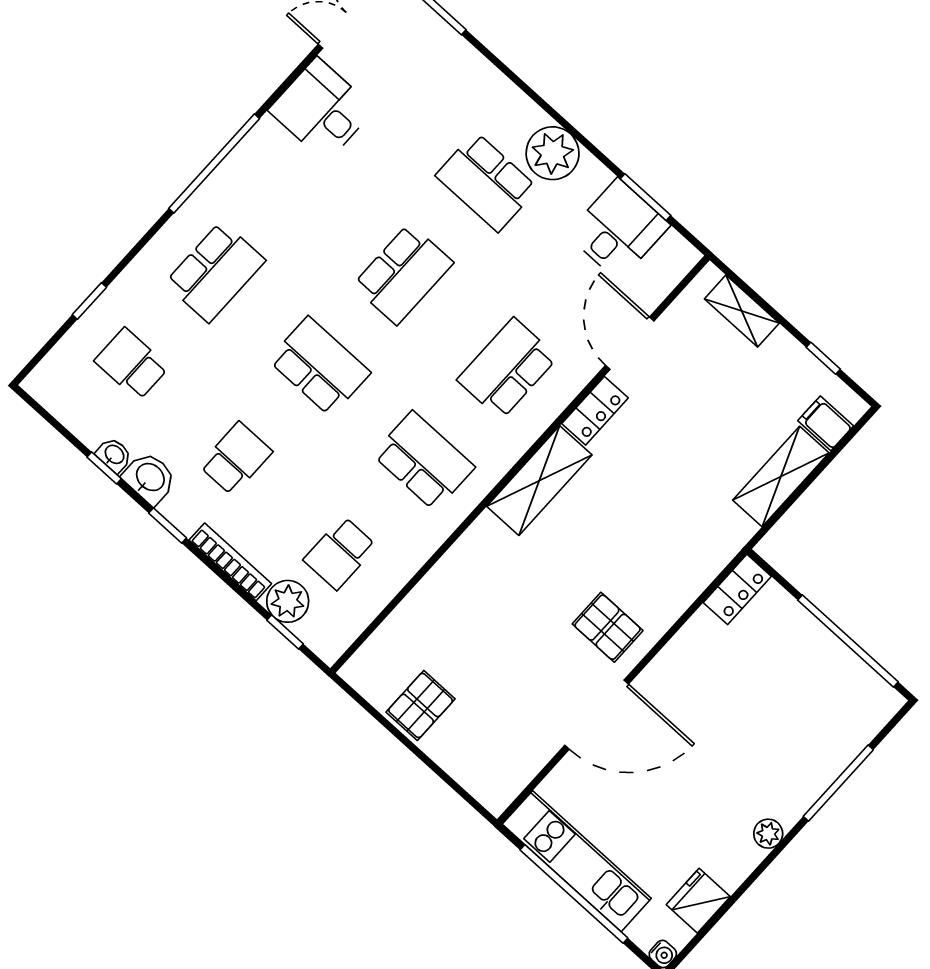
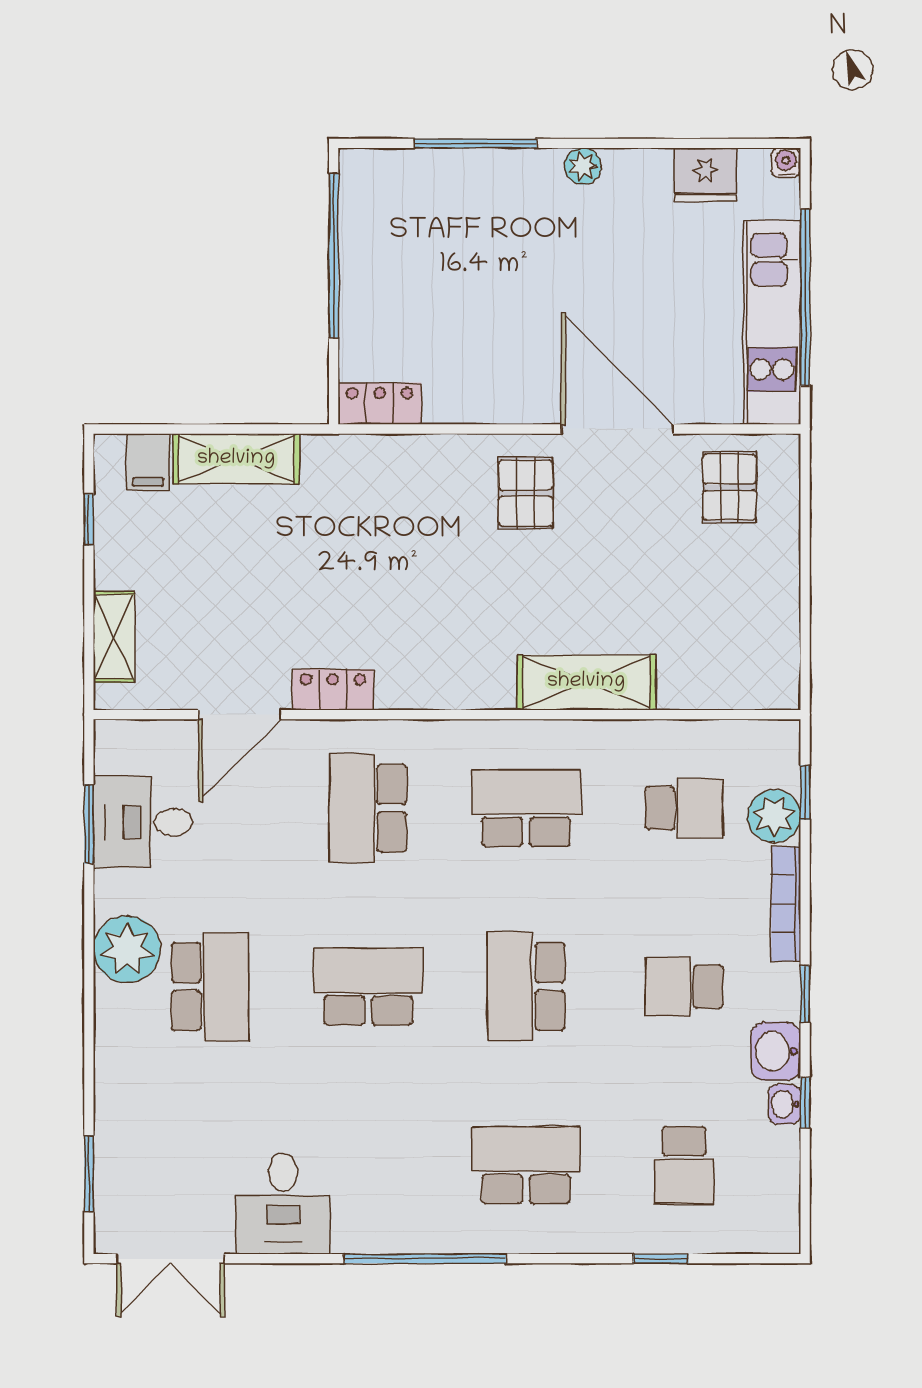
school desk: (507, 369) -> (368, 808), turned 90
school desk: (424, 461) -> (526, 808), turned 90
shelving: (539, 481) -> (586, 682), moved
pallet: (421, 705) -> (730, 487), moved, turned 90

